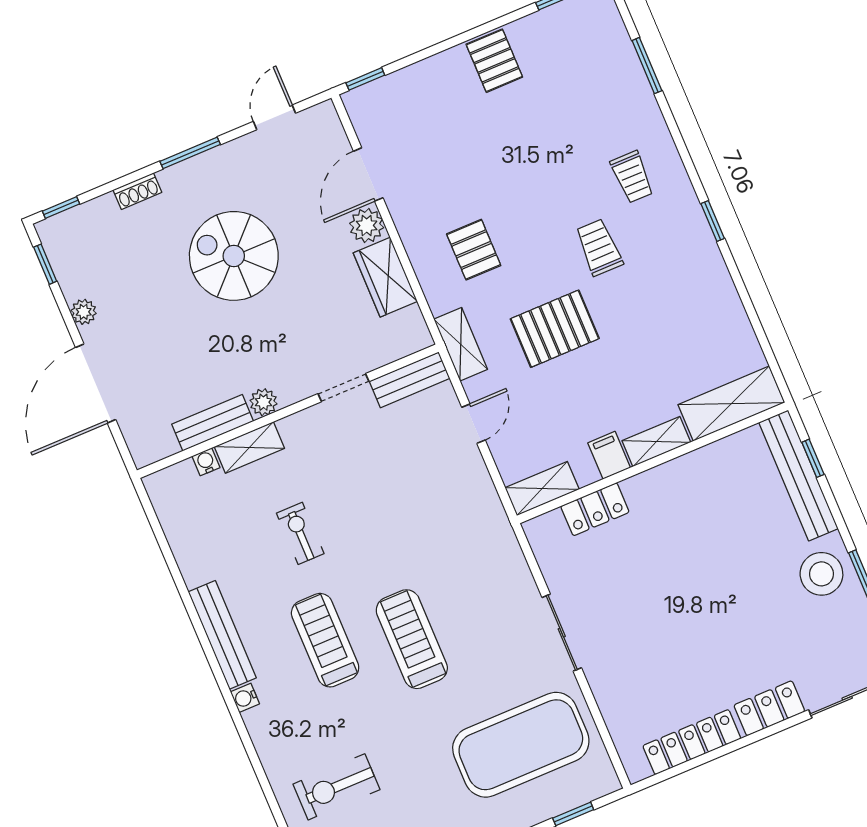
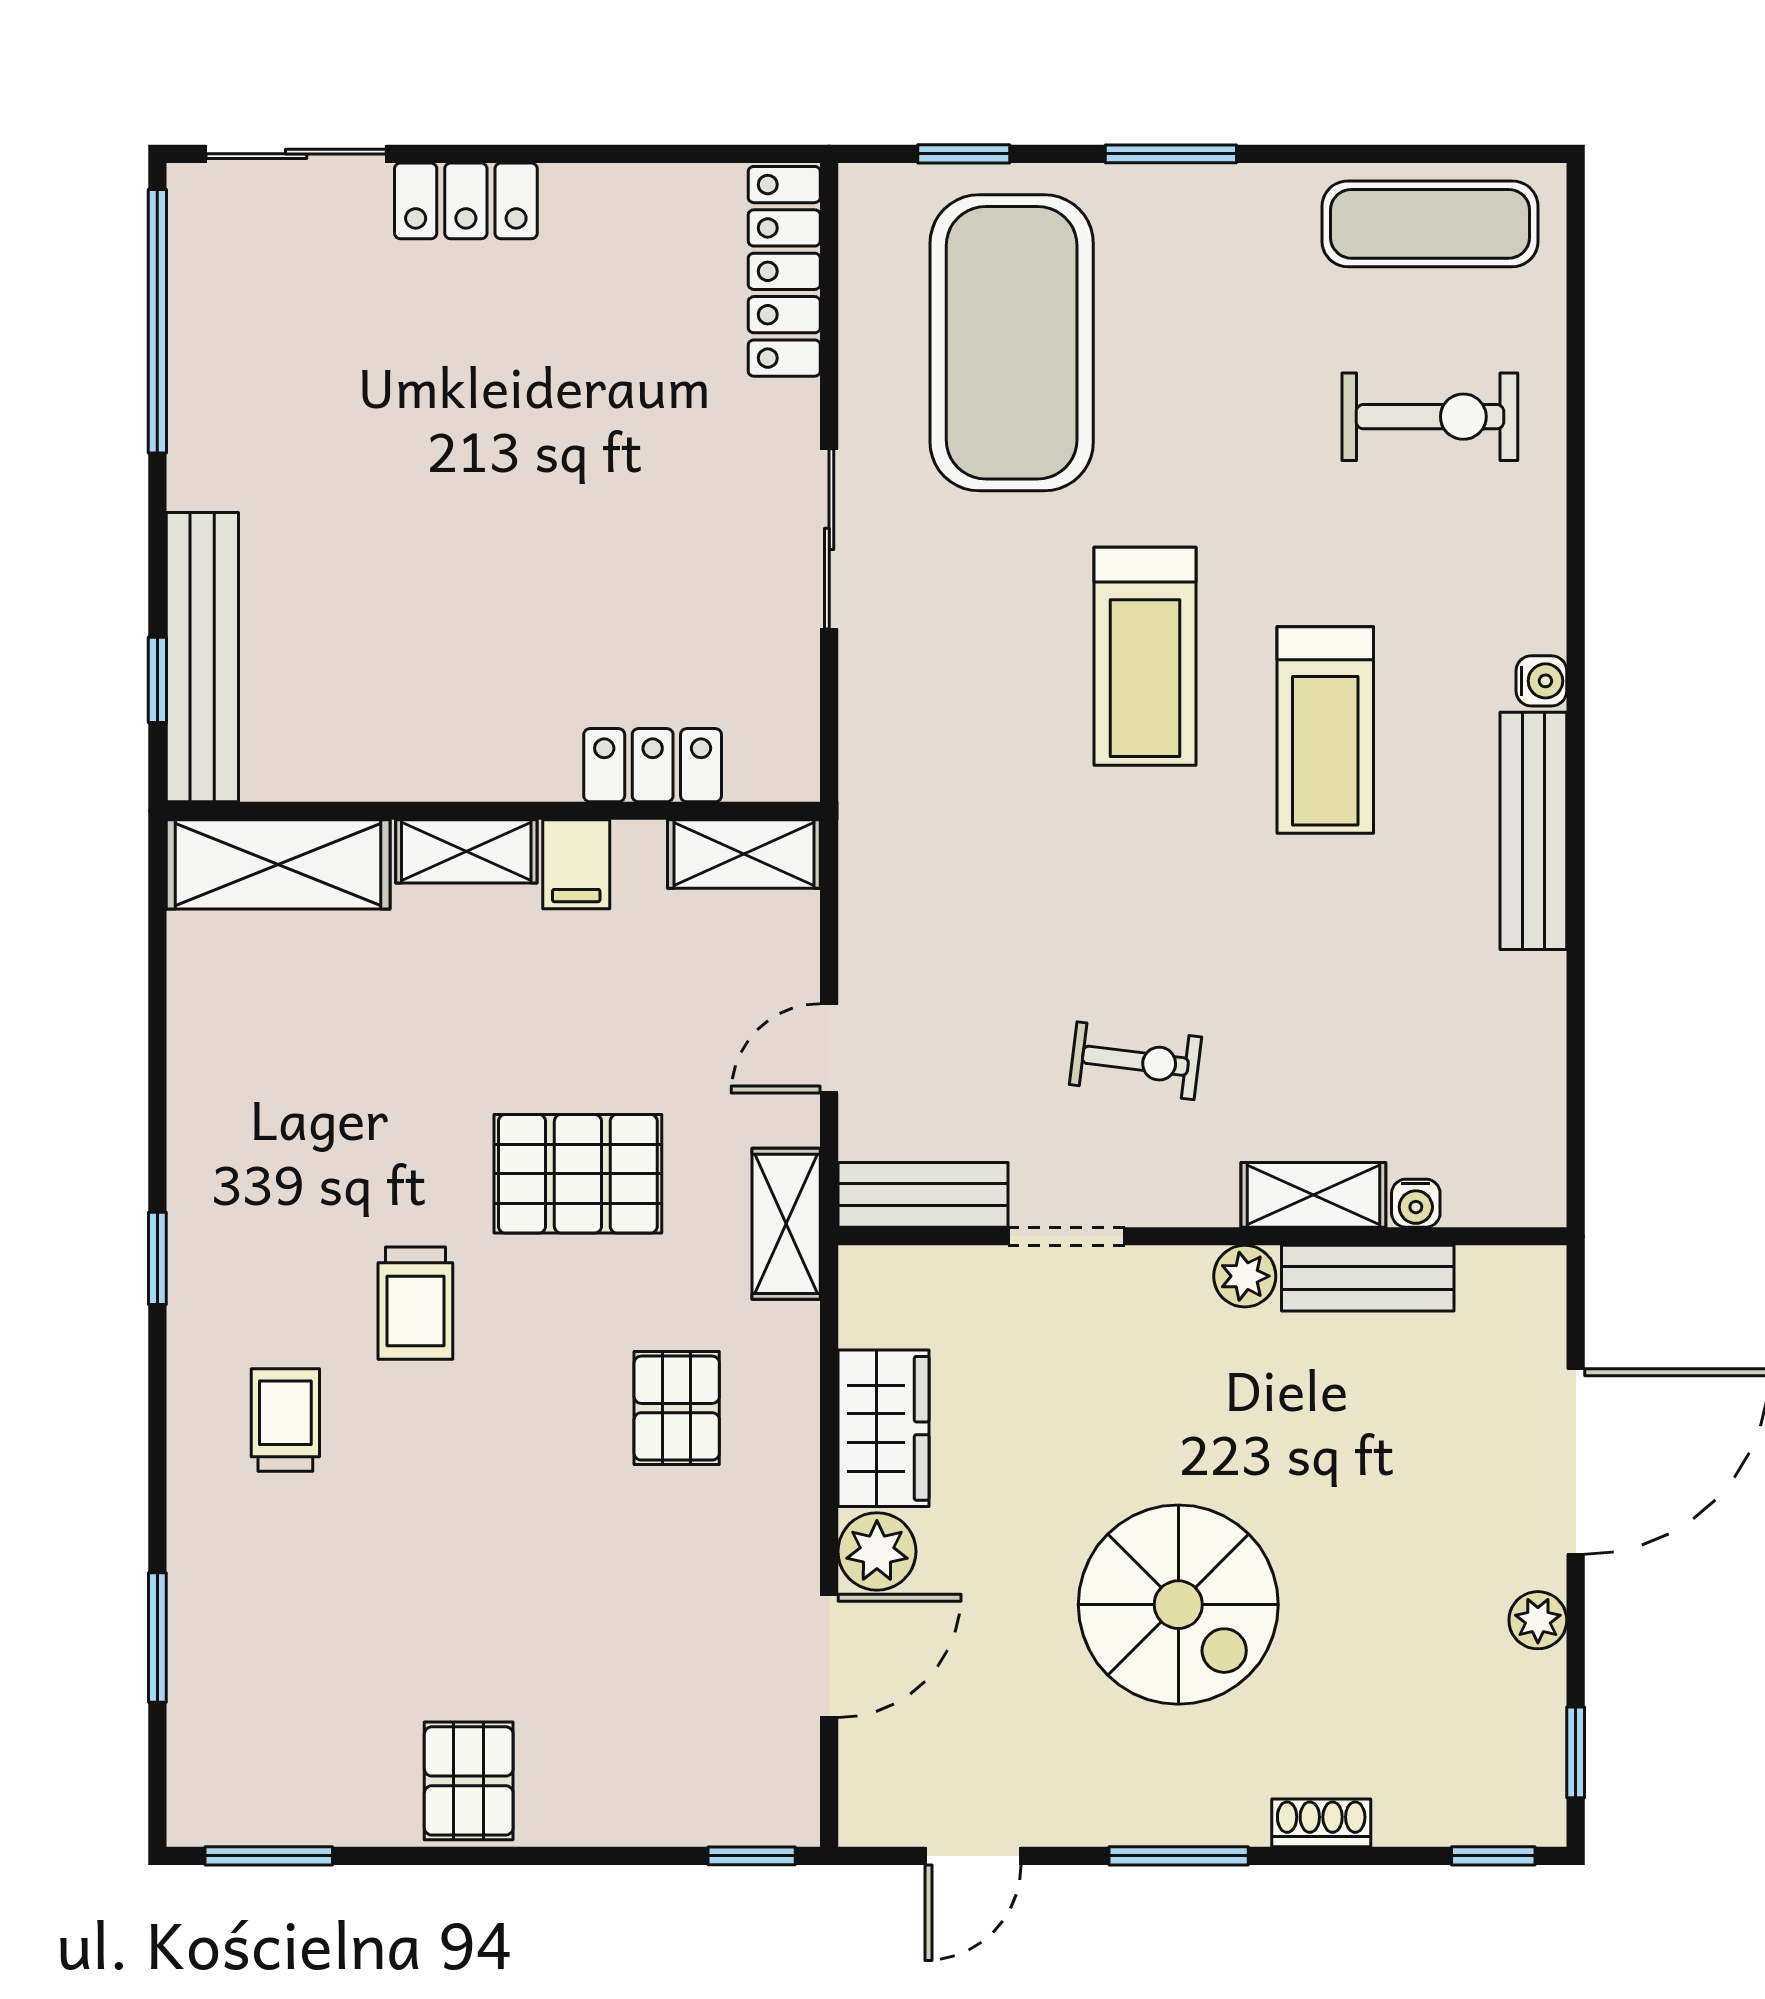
exercise bike: (300, 533) -> (1135, 1061), moved, turned -83
stool: (821, 574) -> (240, 433), removed
locker: (692, 742) -> (784, 271), moved, turned 90
exercise mat: (521, 745) -> (1012, 343), turned 90

